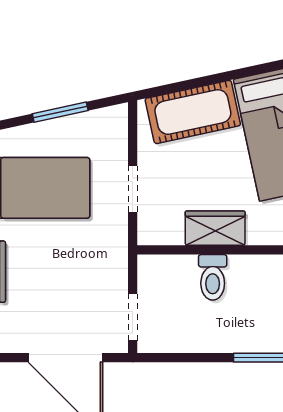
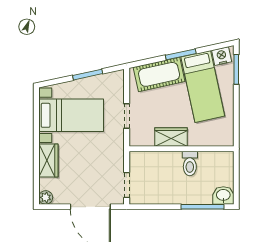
window: (233, 75) -> (181, 54), added
toilet: (213, 277) -> (190, 164), moved

